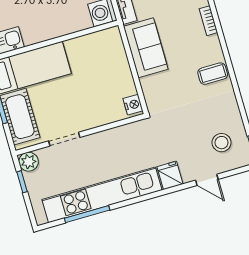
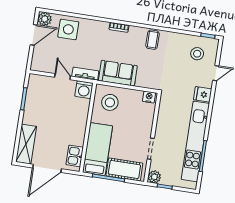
stool: (101, 55) -> (110, 102), added

